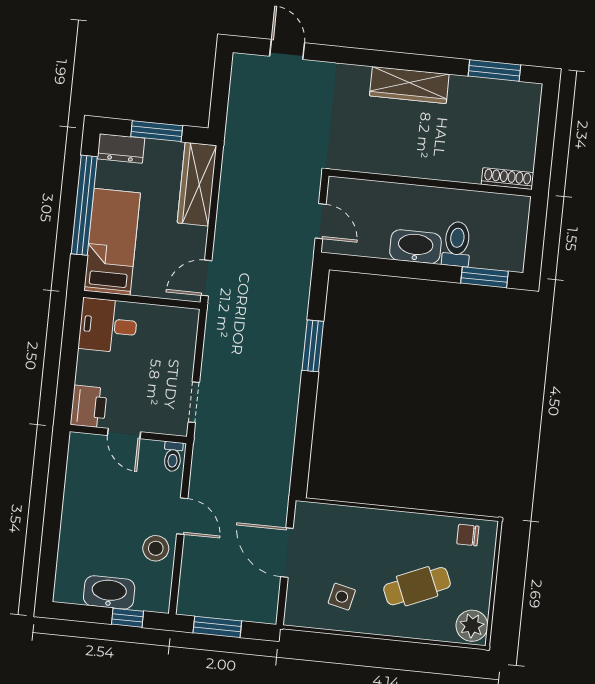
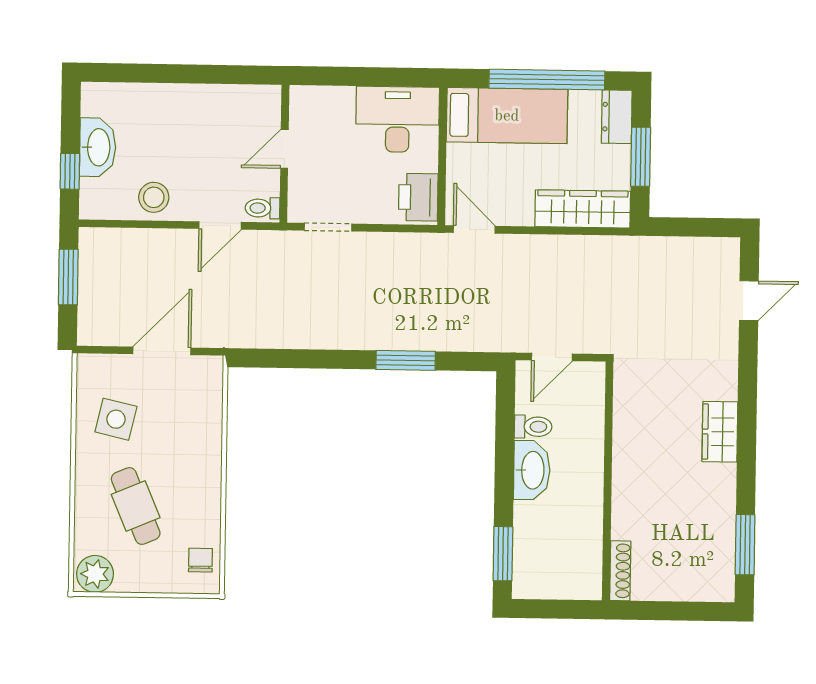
wardrobe: (409, 85) -> (720, 432), width x0.67
toilet: (457, 244) -> (533, 427), moved, width x0.73, depth x0.72
desk: (108, 326) -> (397, 119), width x1.37
printer: (89, 406) -> (418, 197), moved, turned 90
door: (182, 516) -> (220, 225), moved
side table: (342, 597) -> (116, 419), width x1.37, depth x1.37

